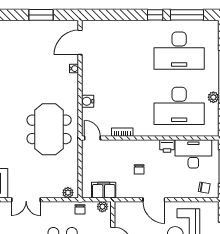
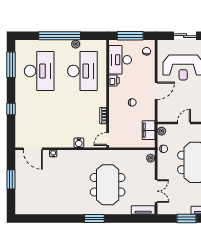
window: (155, 15) -> (11, 109), moved
meeting table: (49, 129) -> (108, 185), moved, turned 90

